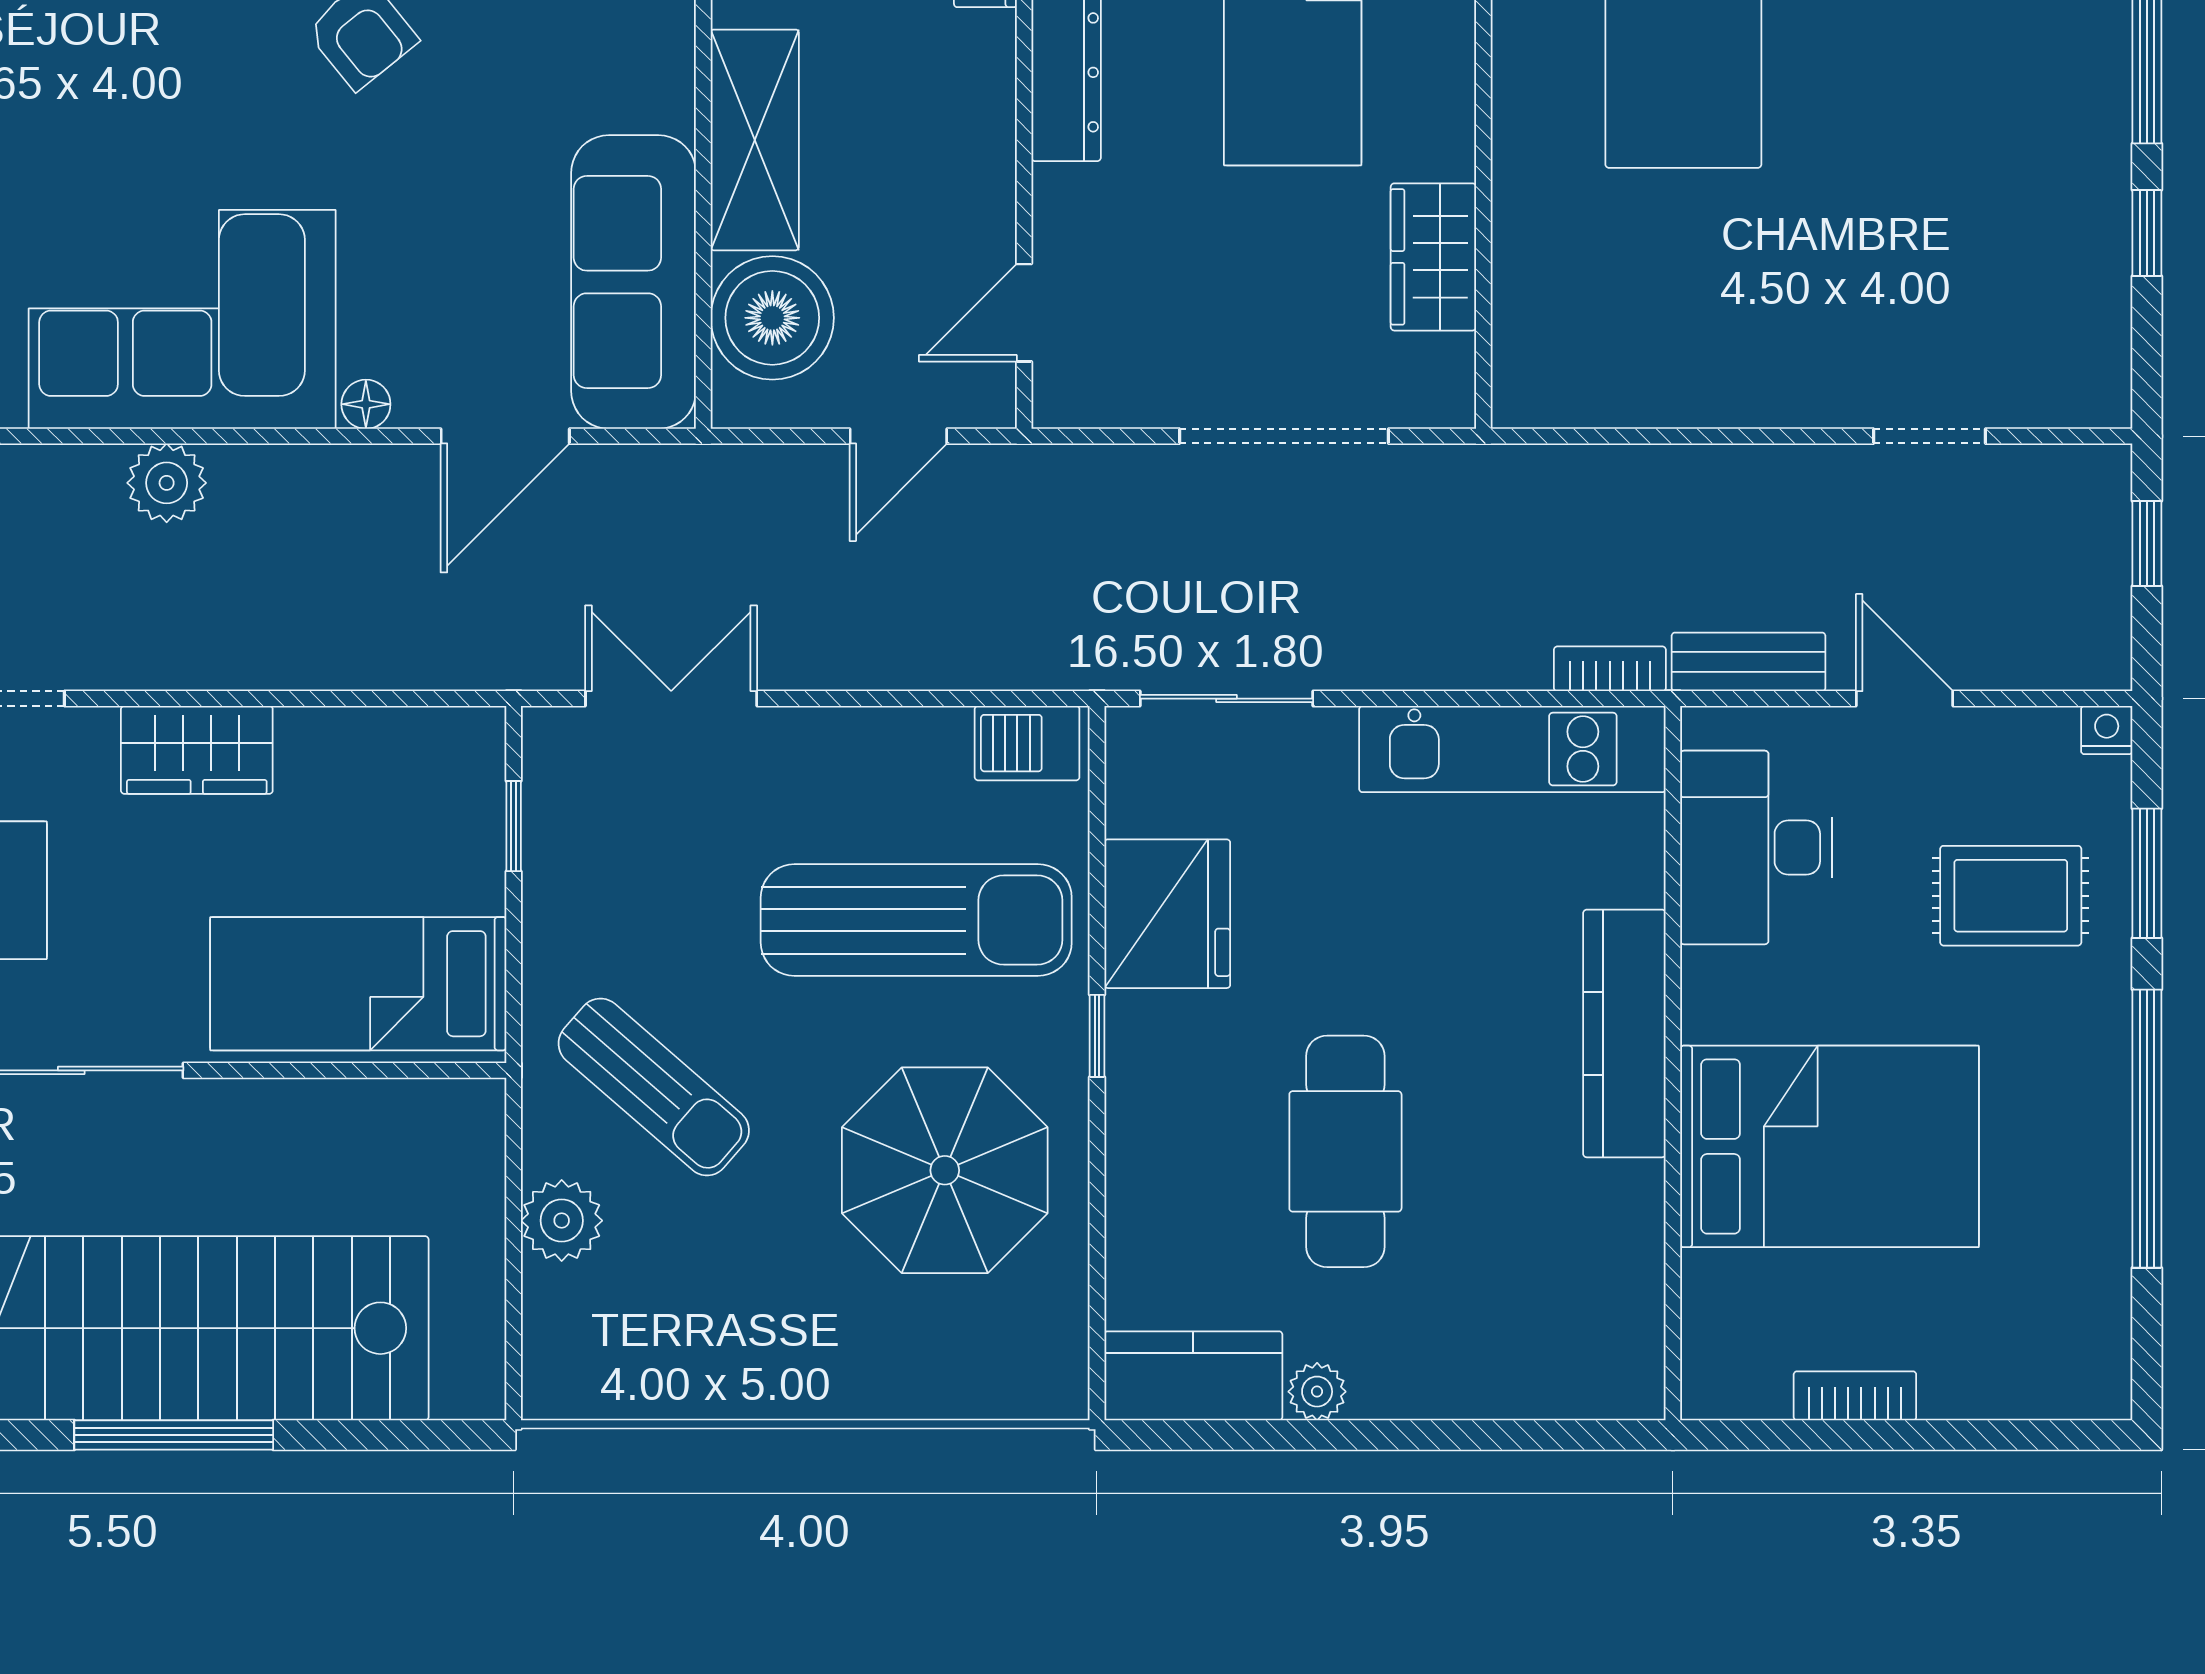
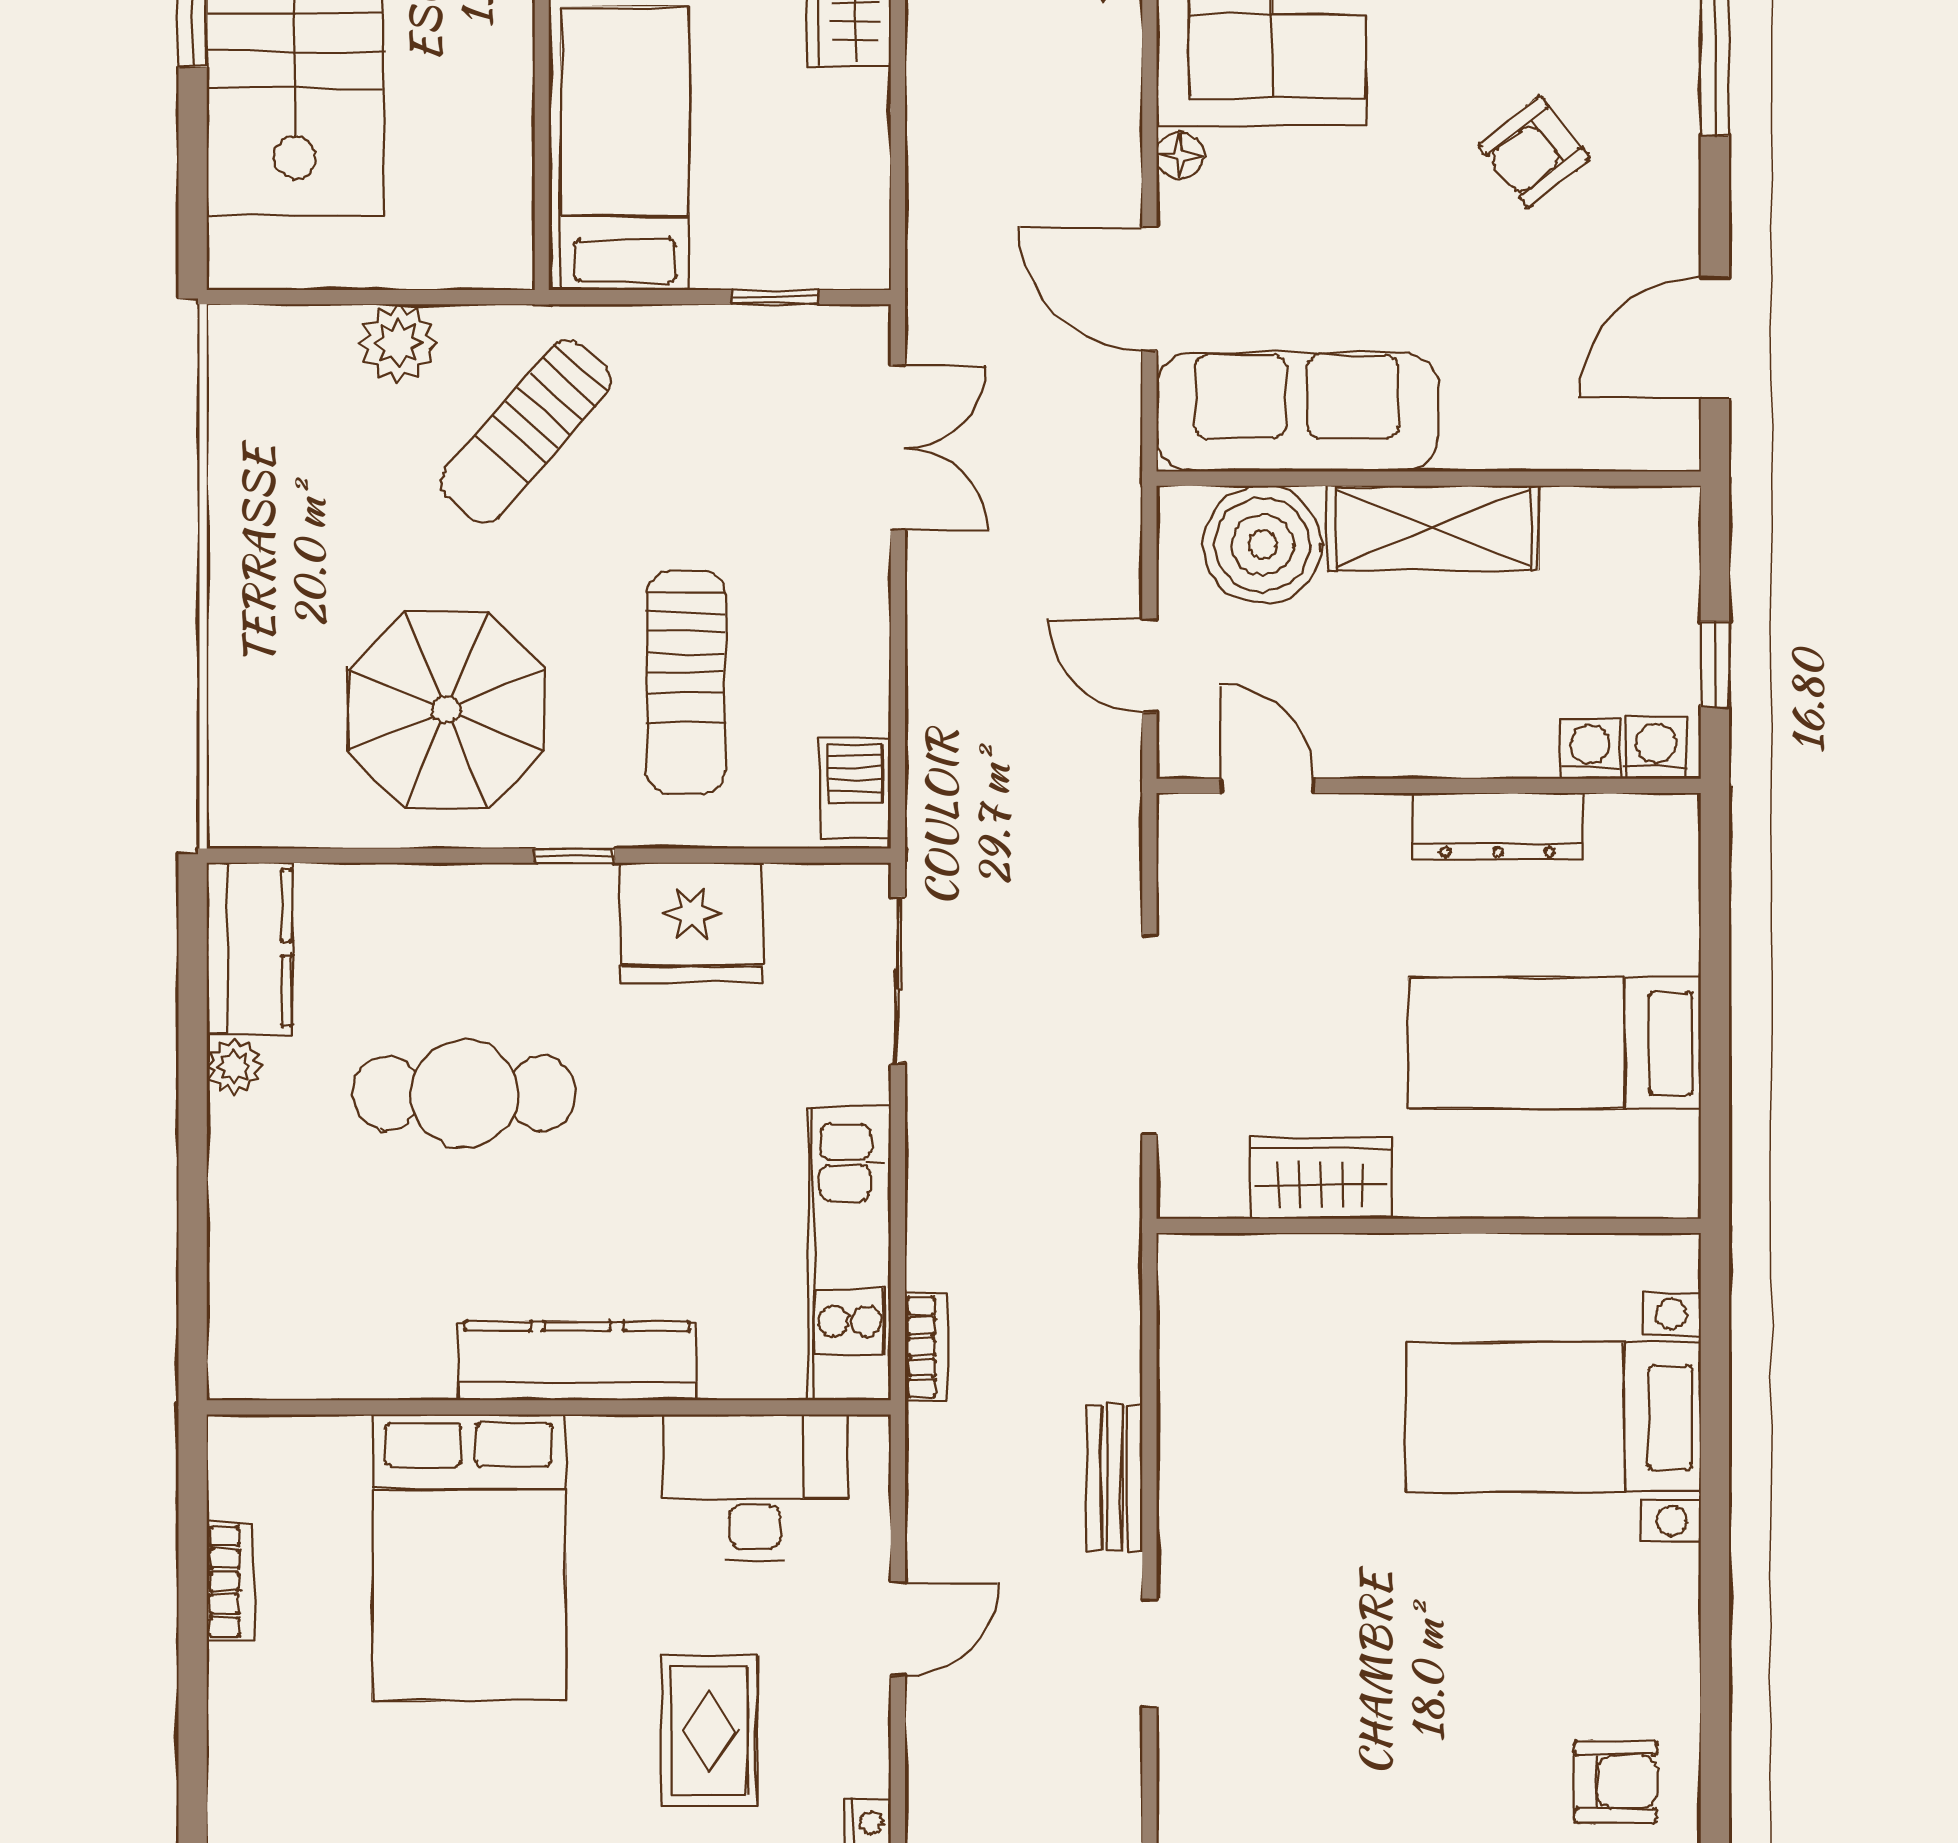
bench: (1749, 662) -> (1114, 1478), moved
sun lounger: (916, 920) -> (686, 683), width x0.73, depth x0.75

